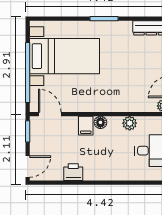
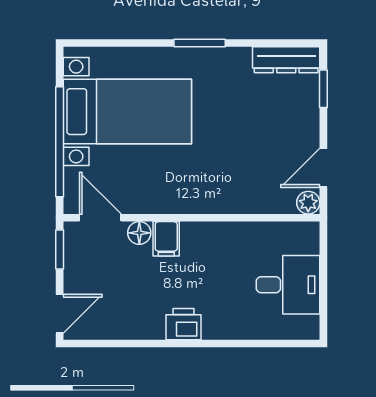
floor lamp: (100, 122) -> (139, 233), moved
plant: (130, 123) -> (246, 235), removed
printer: (73, 172) -> (183, 324), moved

